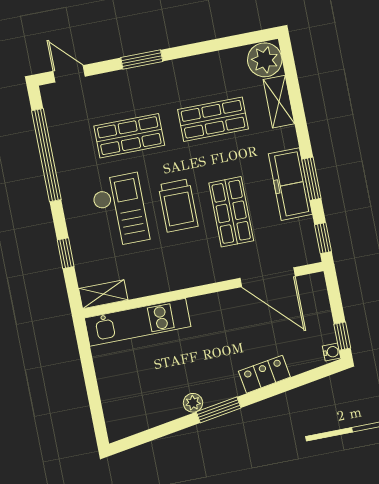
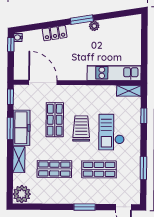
shelving: (279, 102) -> (19, 160), moved
window: (46, 155) -> (143, 168), width x0.47

